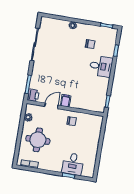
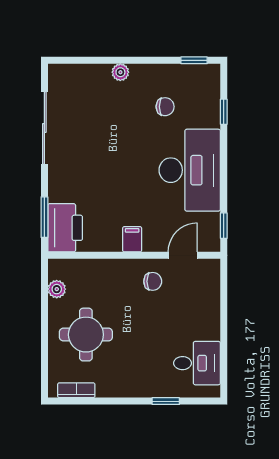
desk: (101, 66) -> (190, 170), width x1.87, depth x1.30
printer: (33, 95) -> (65, 228), width x1.87, depth x1.48
door: (51, 106) -> (183, 255), moved
desk: (73, 164) -> (197, 363), moved, turned -90

